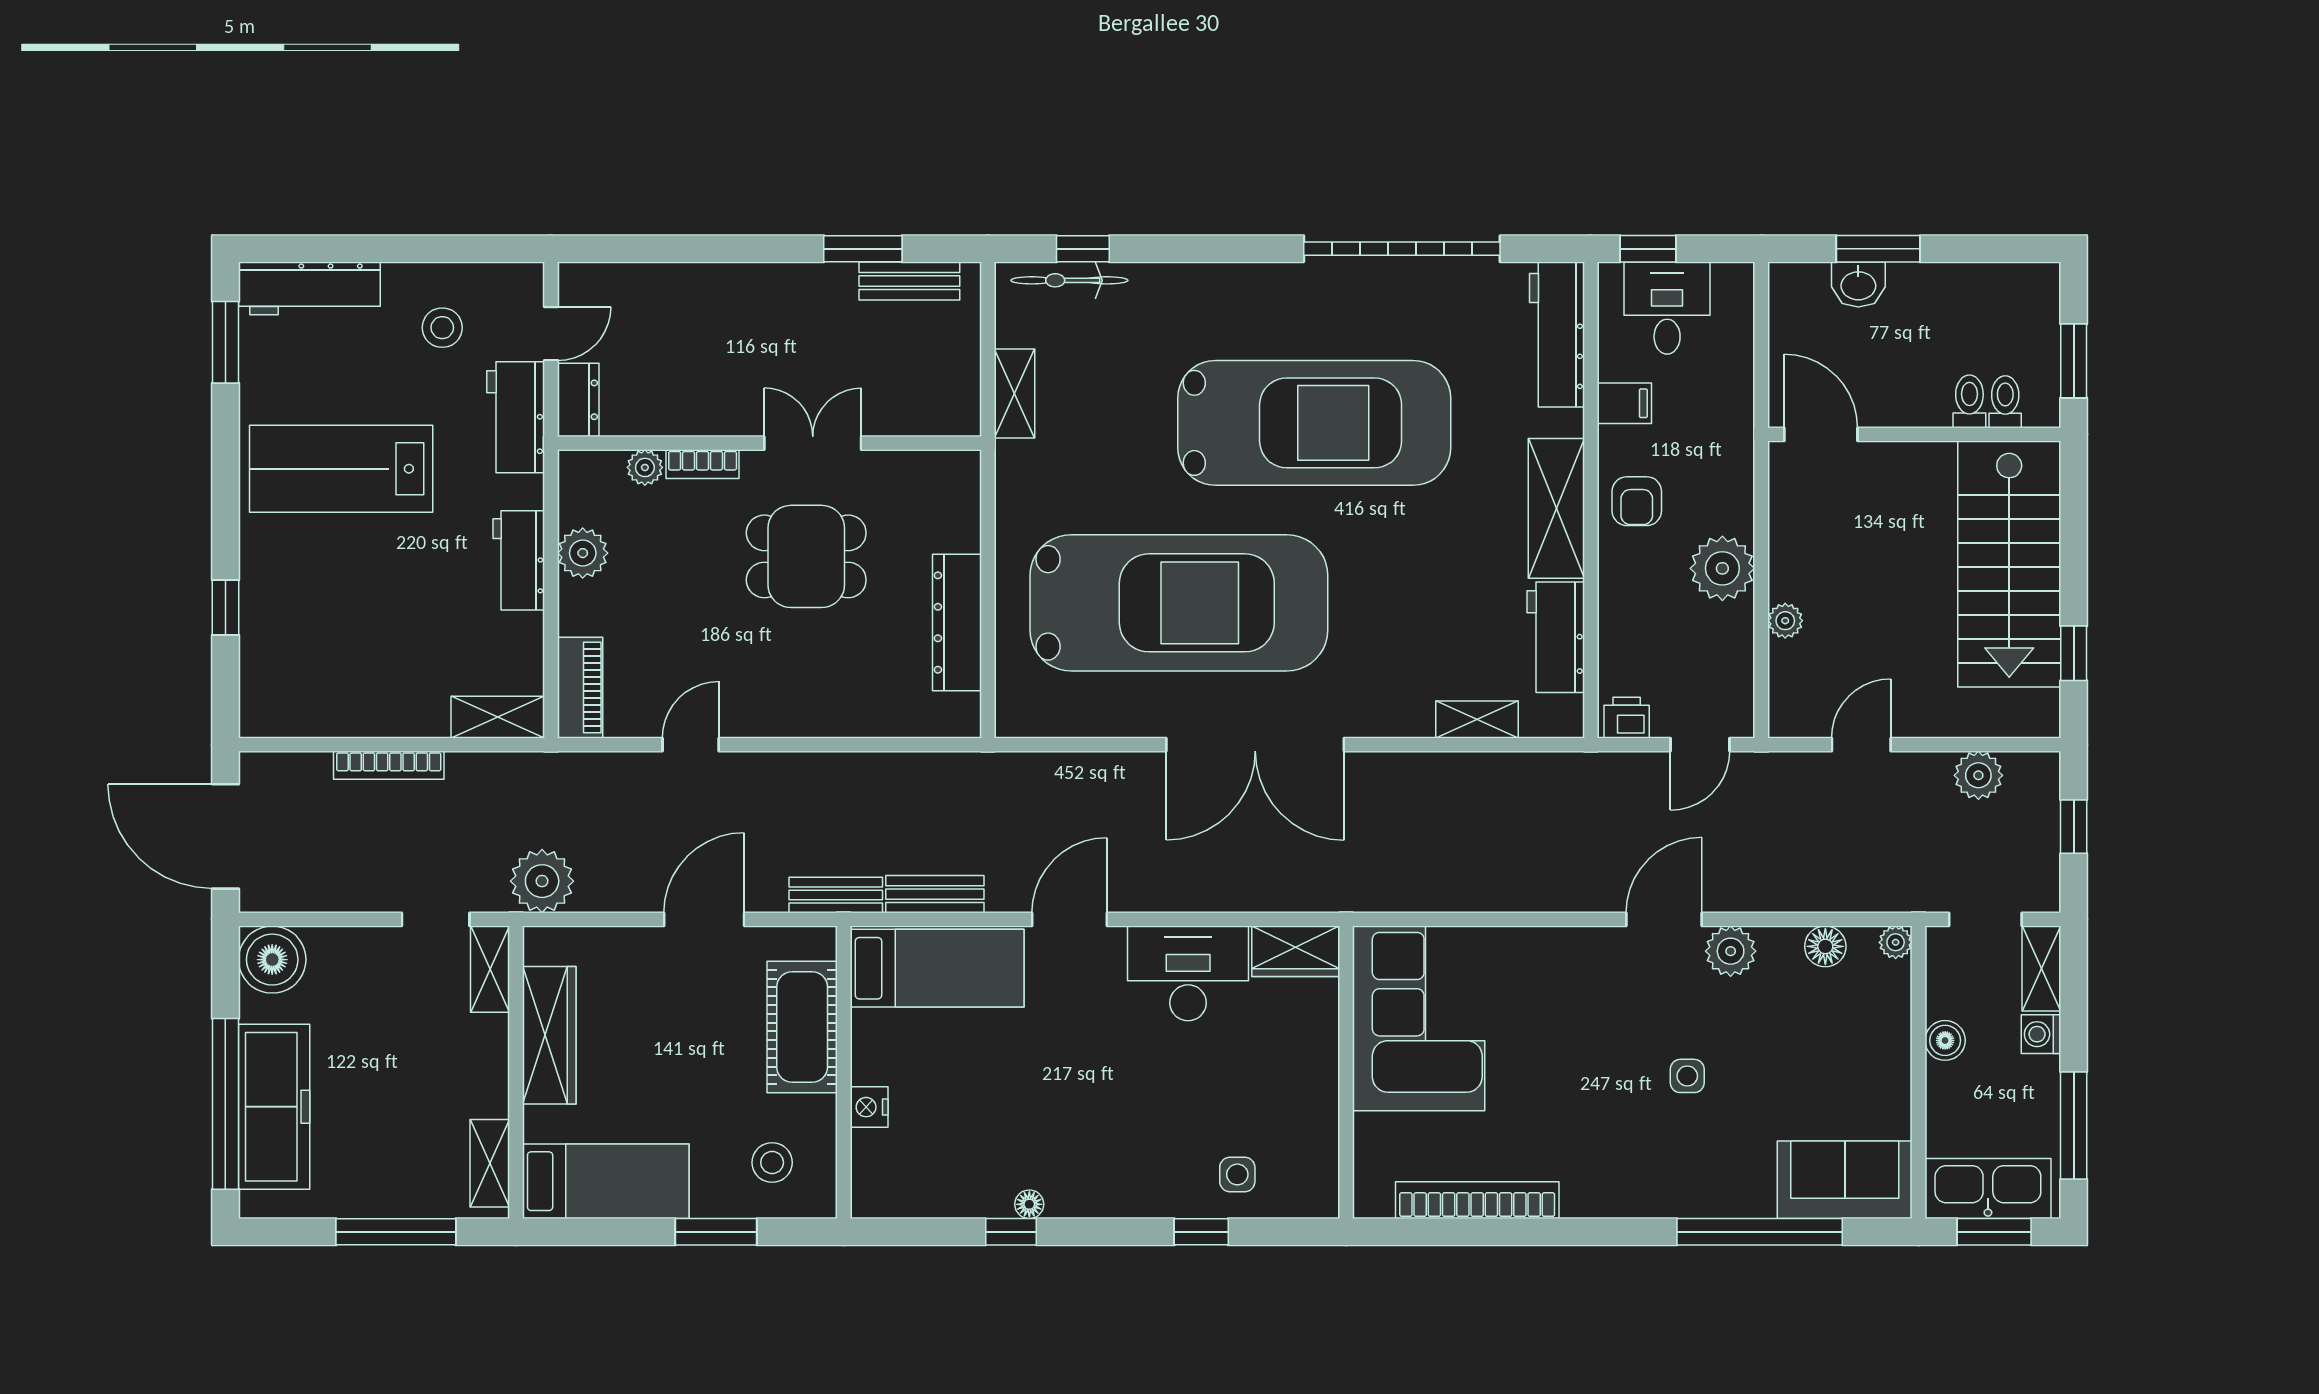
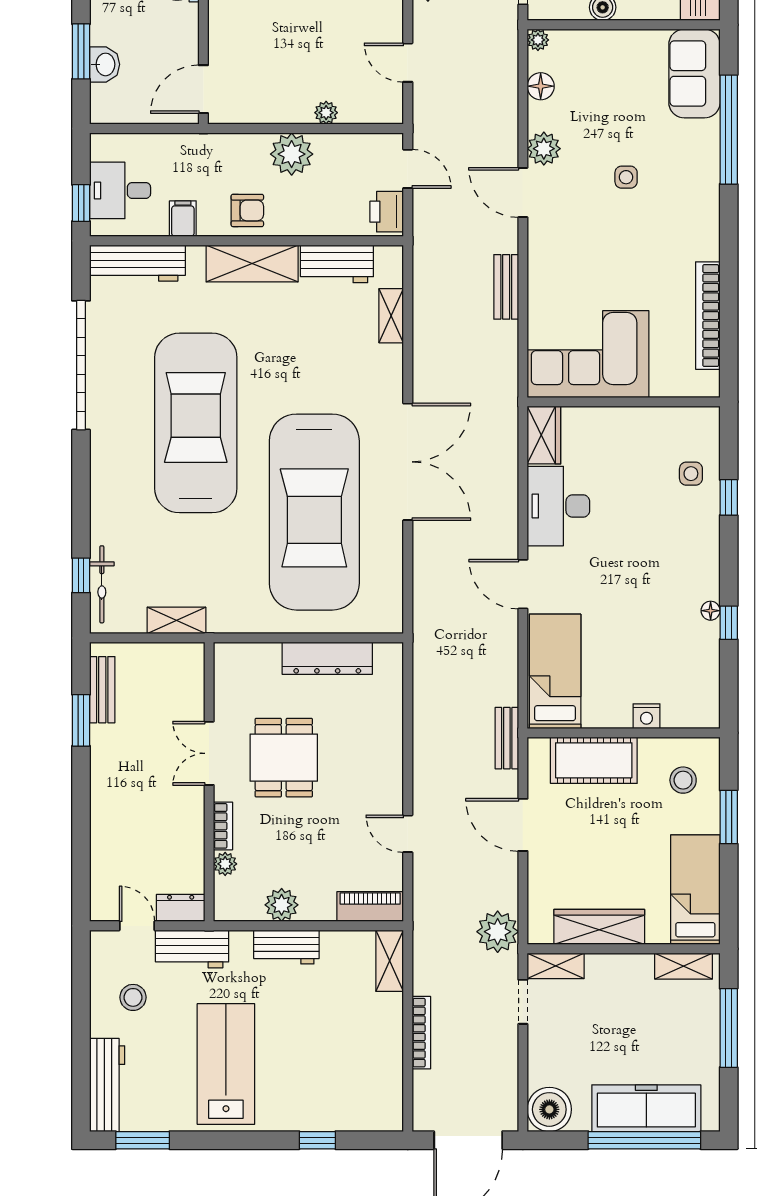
lab bench: (341, 469) -> (226, 1064), turned 180
car: (1179, 603) -> (314, 512), turned 180
printer: (1627, 718) -> (387, 212), width x1.36, depth x1.24
bench: (935, 894) -> (506, 287), moved

